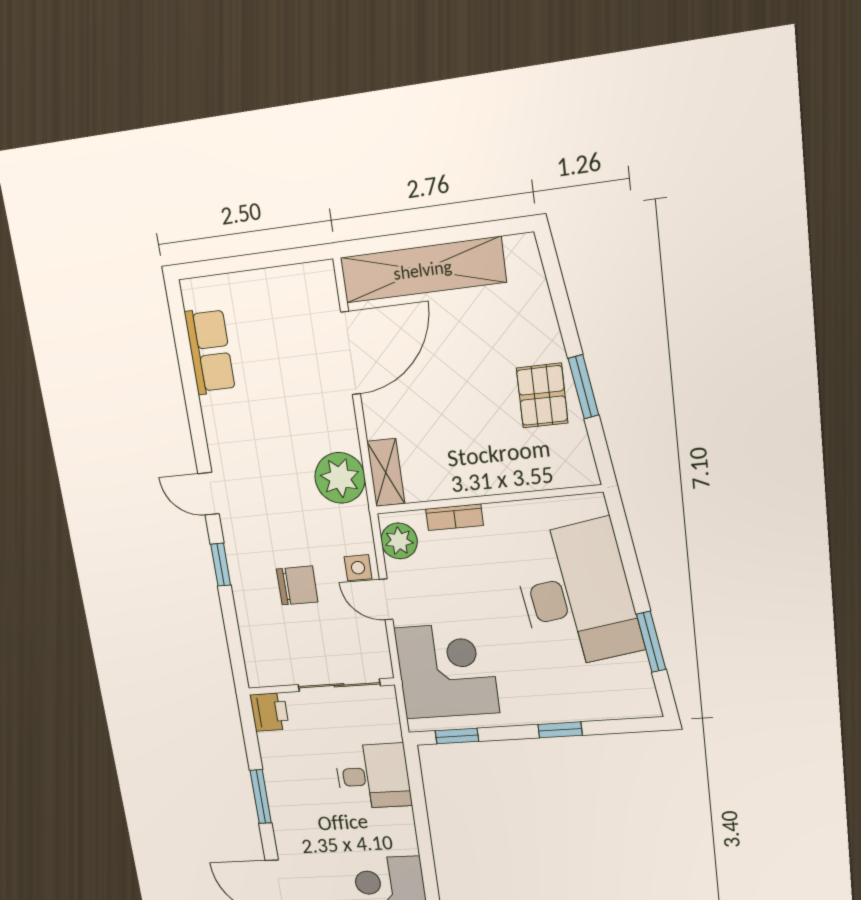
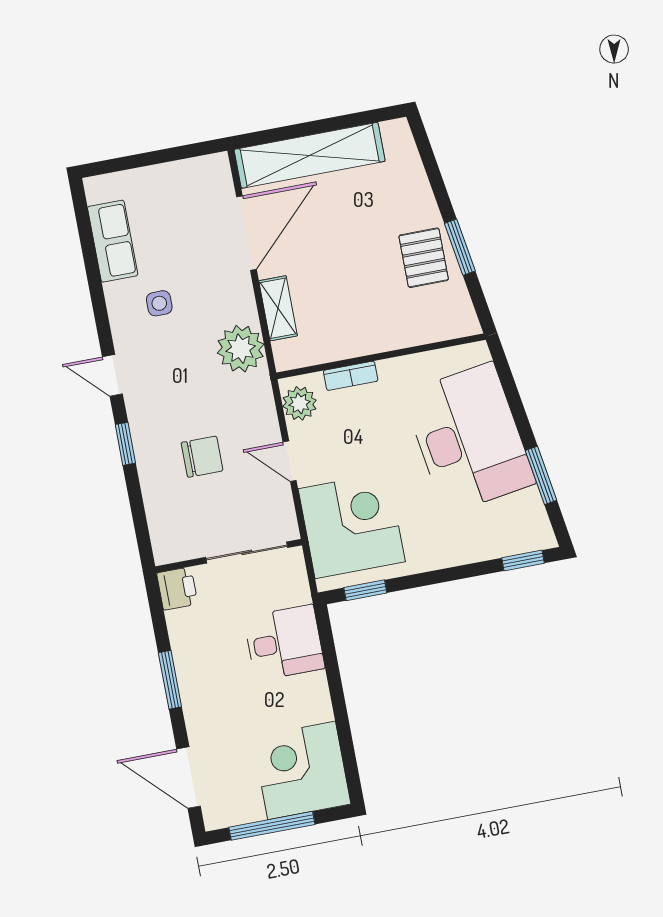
shelving: (386, 473) -> (278, 308), moved
side table: (358, 568) -> (159, 303), moved
window: (560, 730) -> (523, 561), moved

